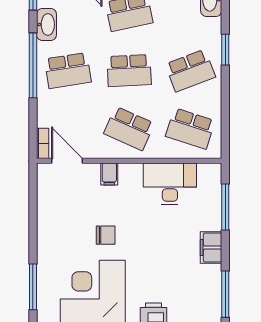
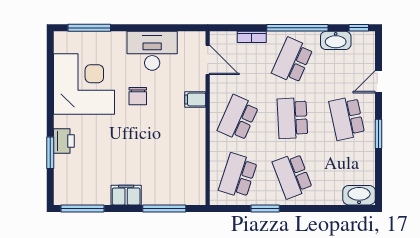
window: (225, 50) -> (265, 208), moved
school desk: (68, 71) -> (292, 61), turned 33
bookcase: (43, 143) -> (252, 37), moved
door: (67, 161) -> (208, 60), hinge flipped
desk: (170, 184) -> (152, 51), moved, turned -90

